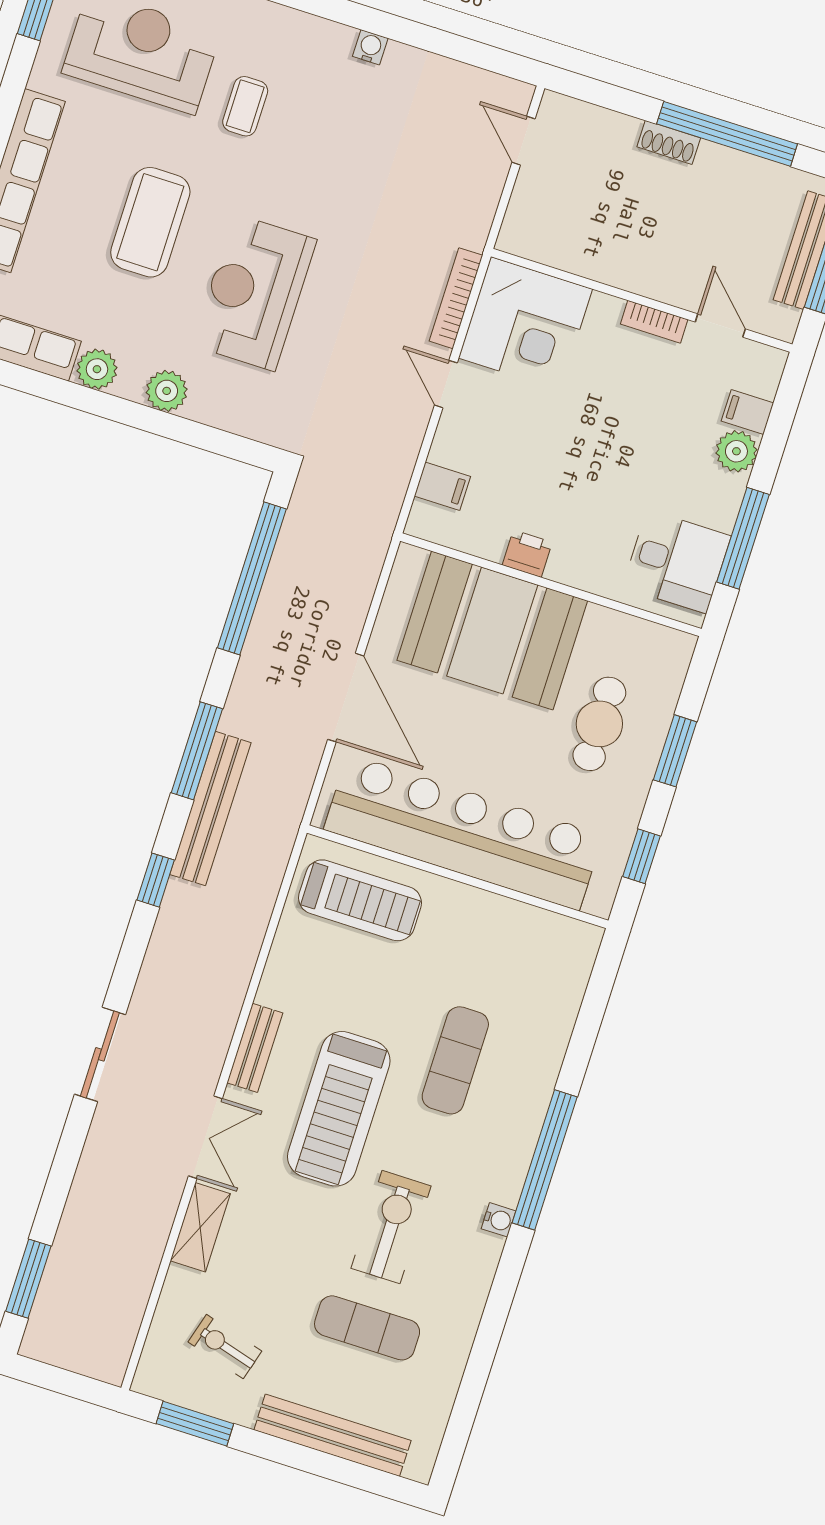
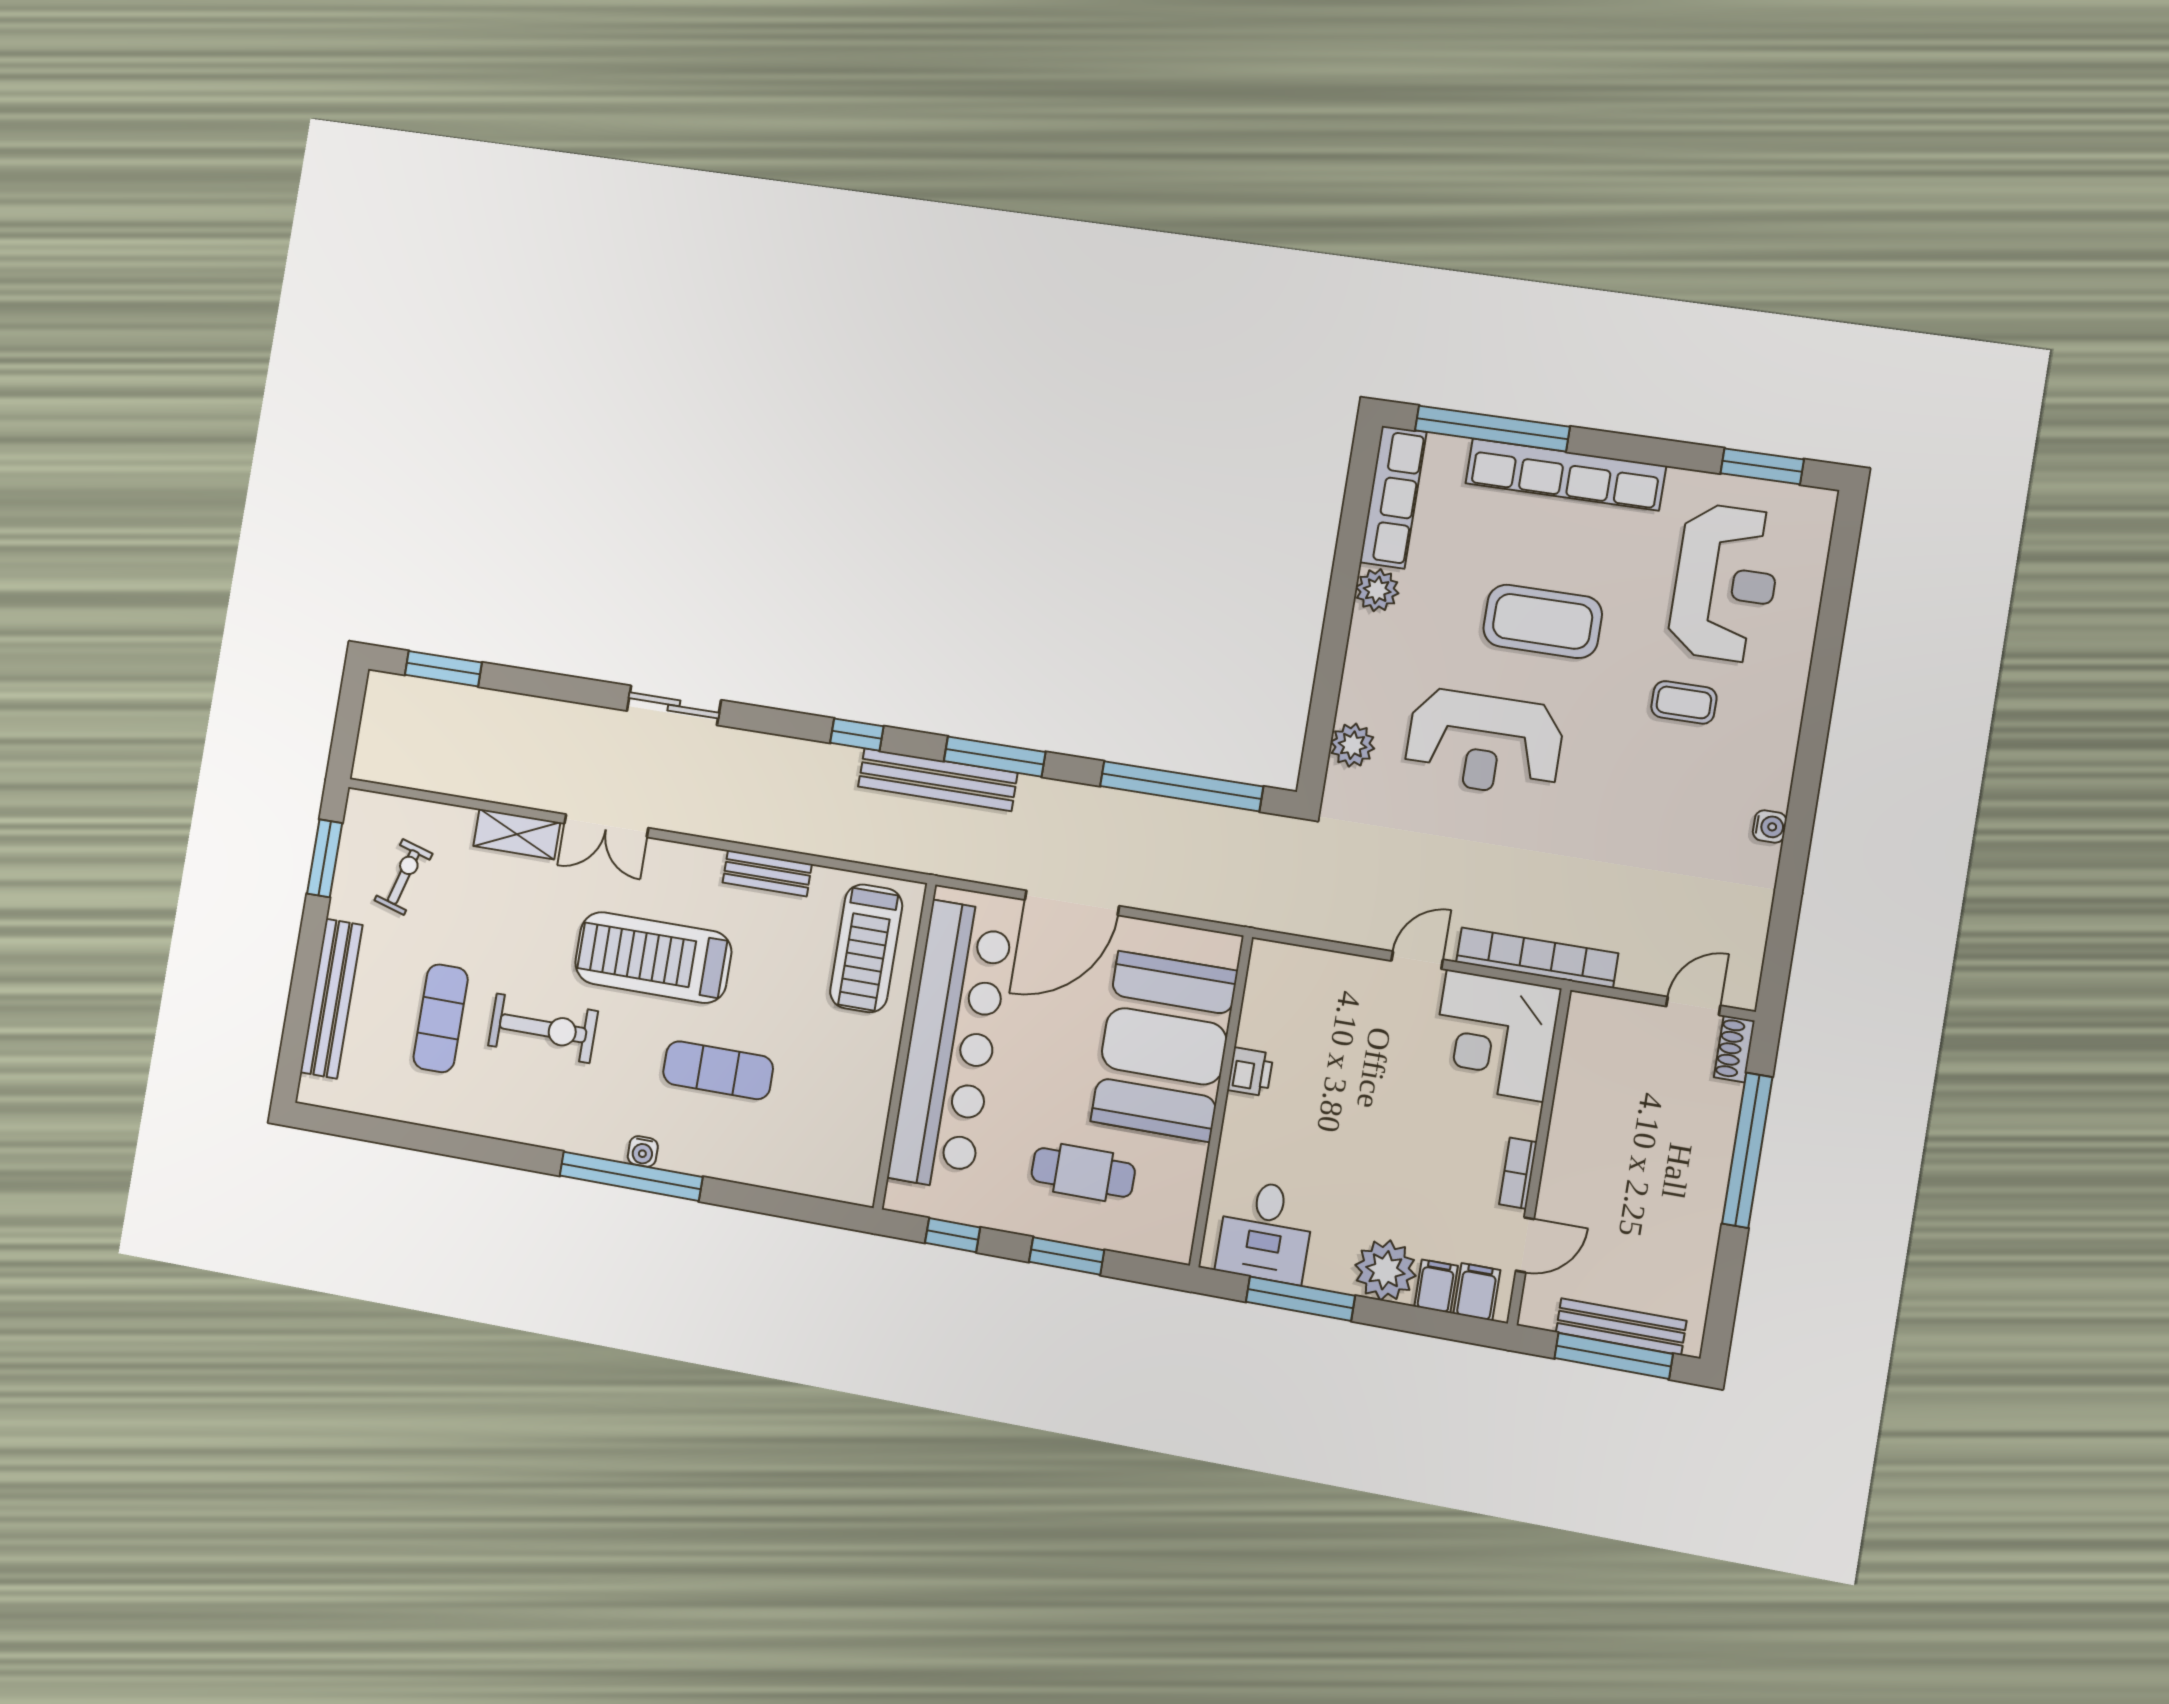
window: (727, 134) -> (1747, 1150), moved
shoe rack: (669, 142) -> (1734, 1049), moved
reception desk: (254, 292) -> (1484, 743), turned 180
bookcase: (456, 298) -> (1537, 958), width x1.48, depth x1.31
plant: (167, 391) -> (1352, 745), moved
plant: (736, 451) -> (1385, 1270), width x1.36, depth x1.36
filing cabinet: (442, 486) -> (1477, 1292), moved, turned 180
bench: (255, 1048) -> (767, 873), moved
water cooler: (499, 1220) -> (643, 1151), moved

